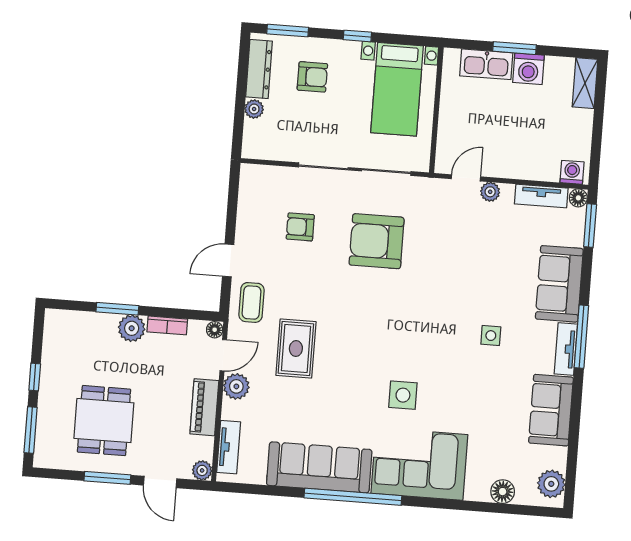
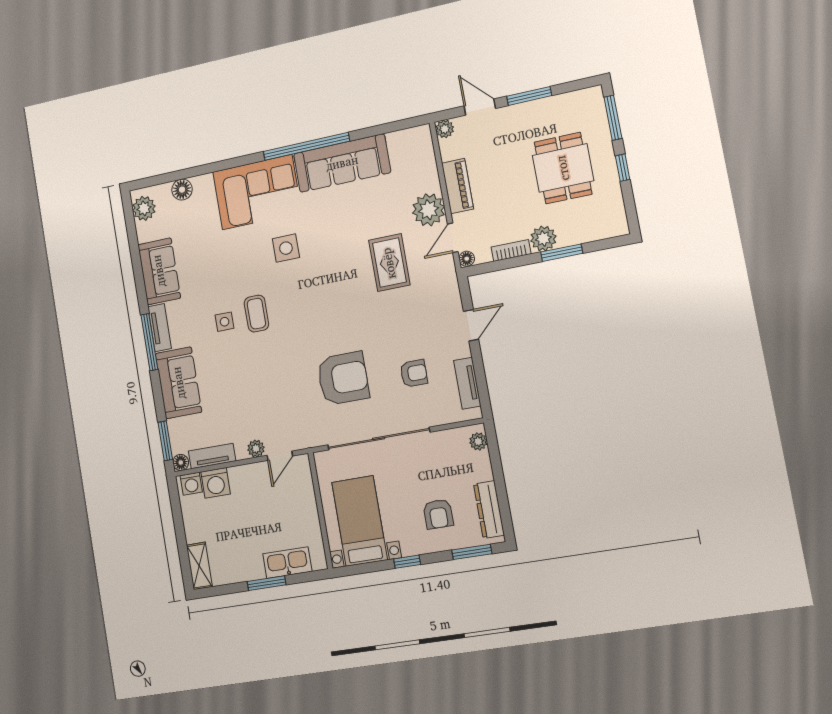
washing machine: (528, 69) -> (216, 483), moved, turned 180
armchair: (312, 77) -> (438, 514), turned -90
plant: (254, 109) -> (478, 441), moved
coffee table: (251, 302) -> (256, 314), moved
plant: (236, 386) -> (429, 210), width x1.36, depth x1.36
dining table: (104, 421) -> (563, 168), moved
tv unit: (229, 447) -> (467, 383), moved

